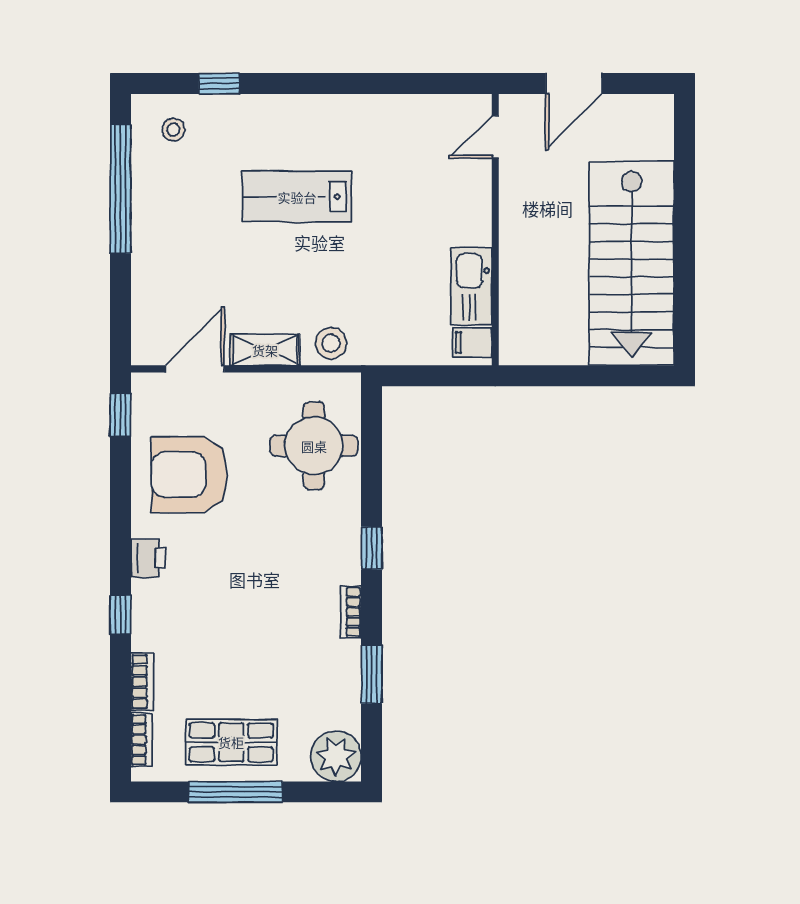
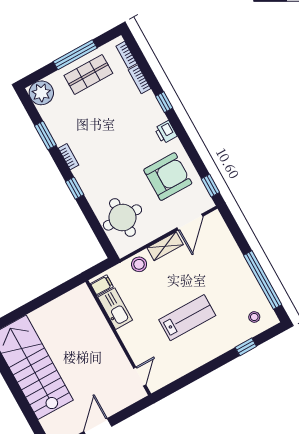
door: (495, 137) -> (140, 376), moved
wall: (495, 230) -> (118, 338), moved
kitchen sink: (471, 286) -> (115, 309), moved
filing cabinet: (472, 343) -> (102, 285), moved

